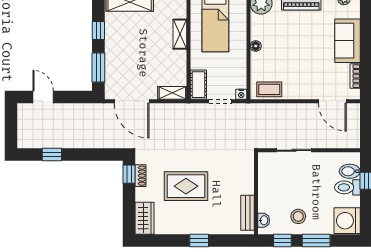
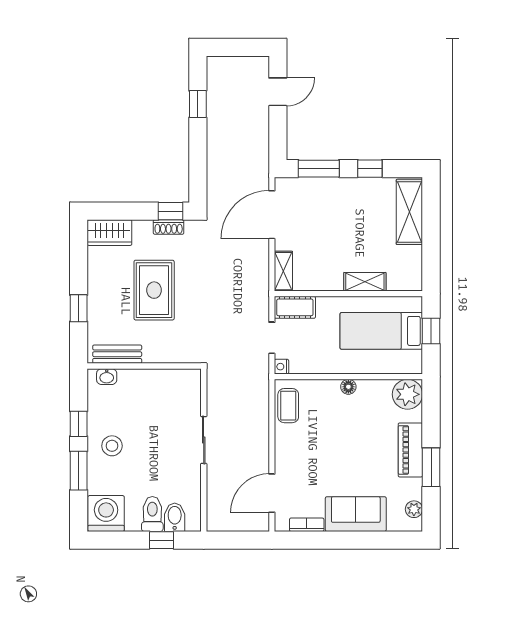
wall: (256, 193) -> (144, 366), moved
bench: (248, 213) -> (117, 354), moved
washbasin: (264, 220) -> (107, 377), moved

